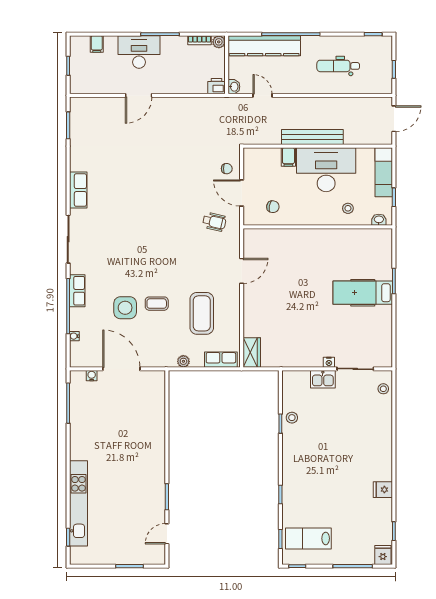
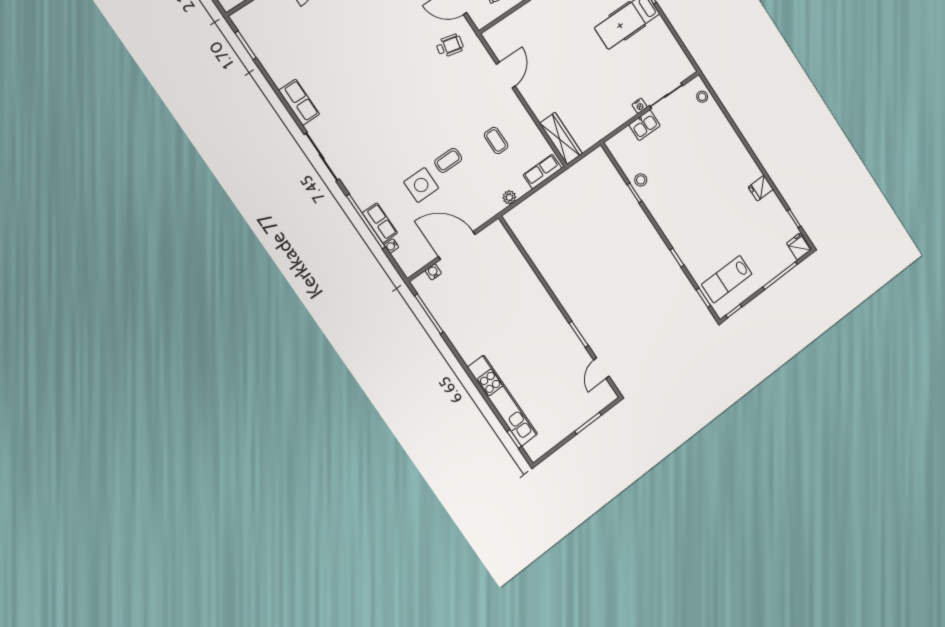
row of seats: (77, 291) -> (380, 223), moved
coffee table: (202, 313) -> (496, 140), width x0.54, depth x0.58
wardrobe: (252, 352) -> (561, 138), width x1.50

